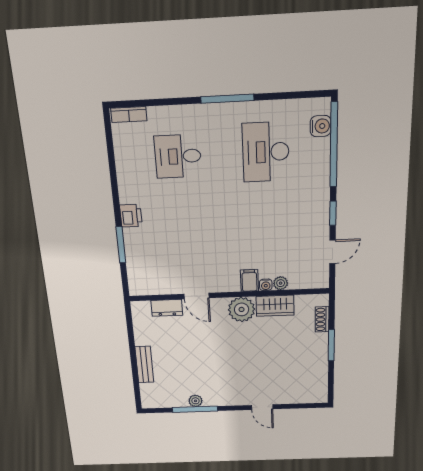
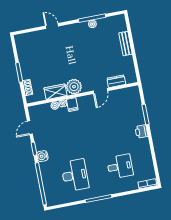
water cooler: (321, 126) -> (42, 156), moved
door: (197, 296) -> (100, 91), swing flipped

